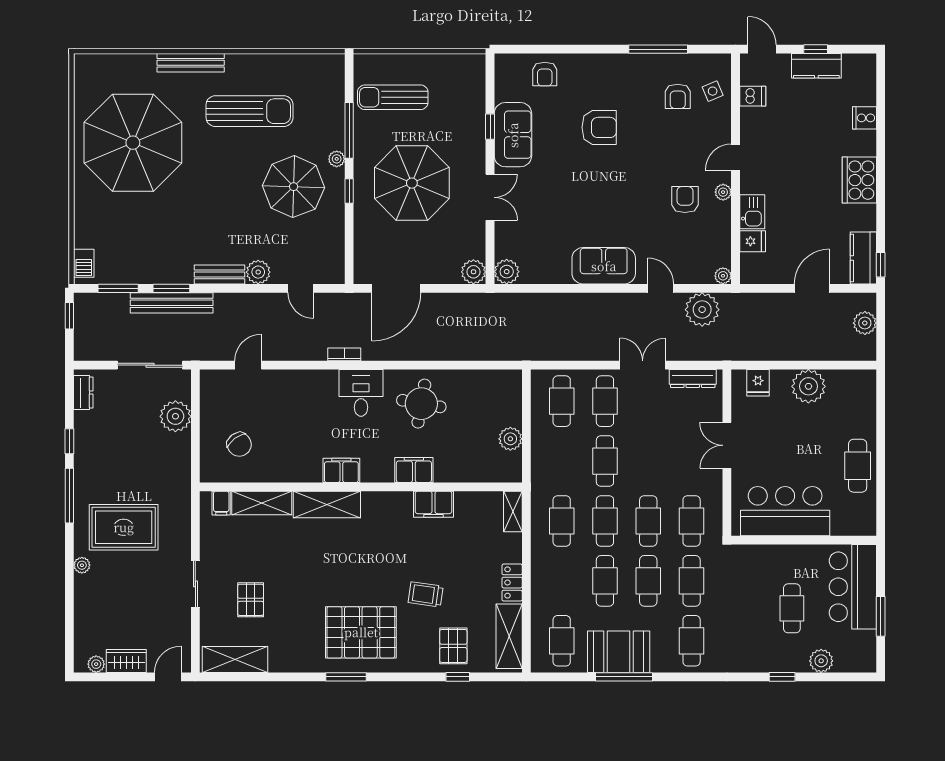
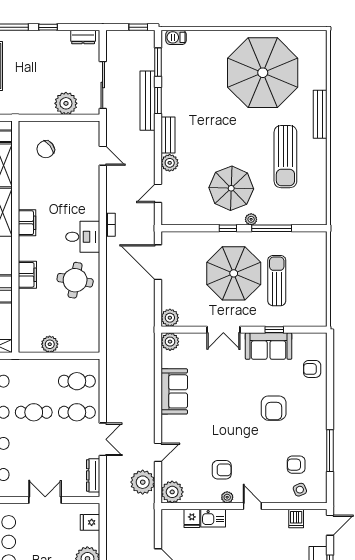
sun lounger: (393, 97) -> (277, 281), moved
sofa: (604, 266) -> (174, 391), moved
plant: (723, 276) -> (172, 492), width x1.87, depth x1.87

